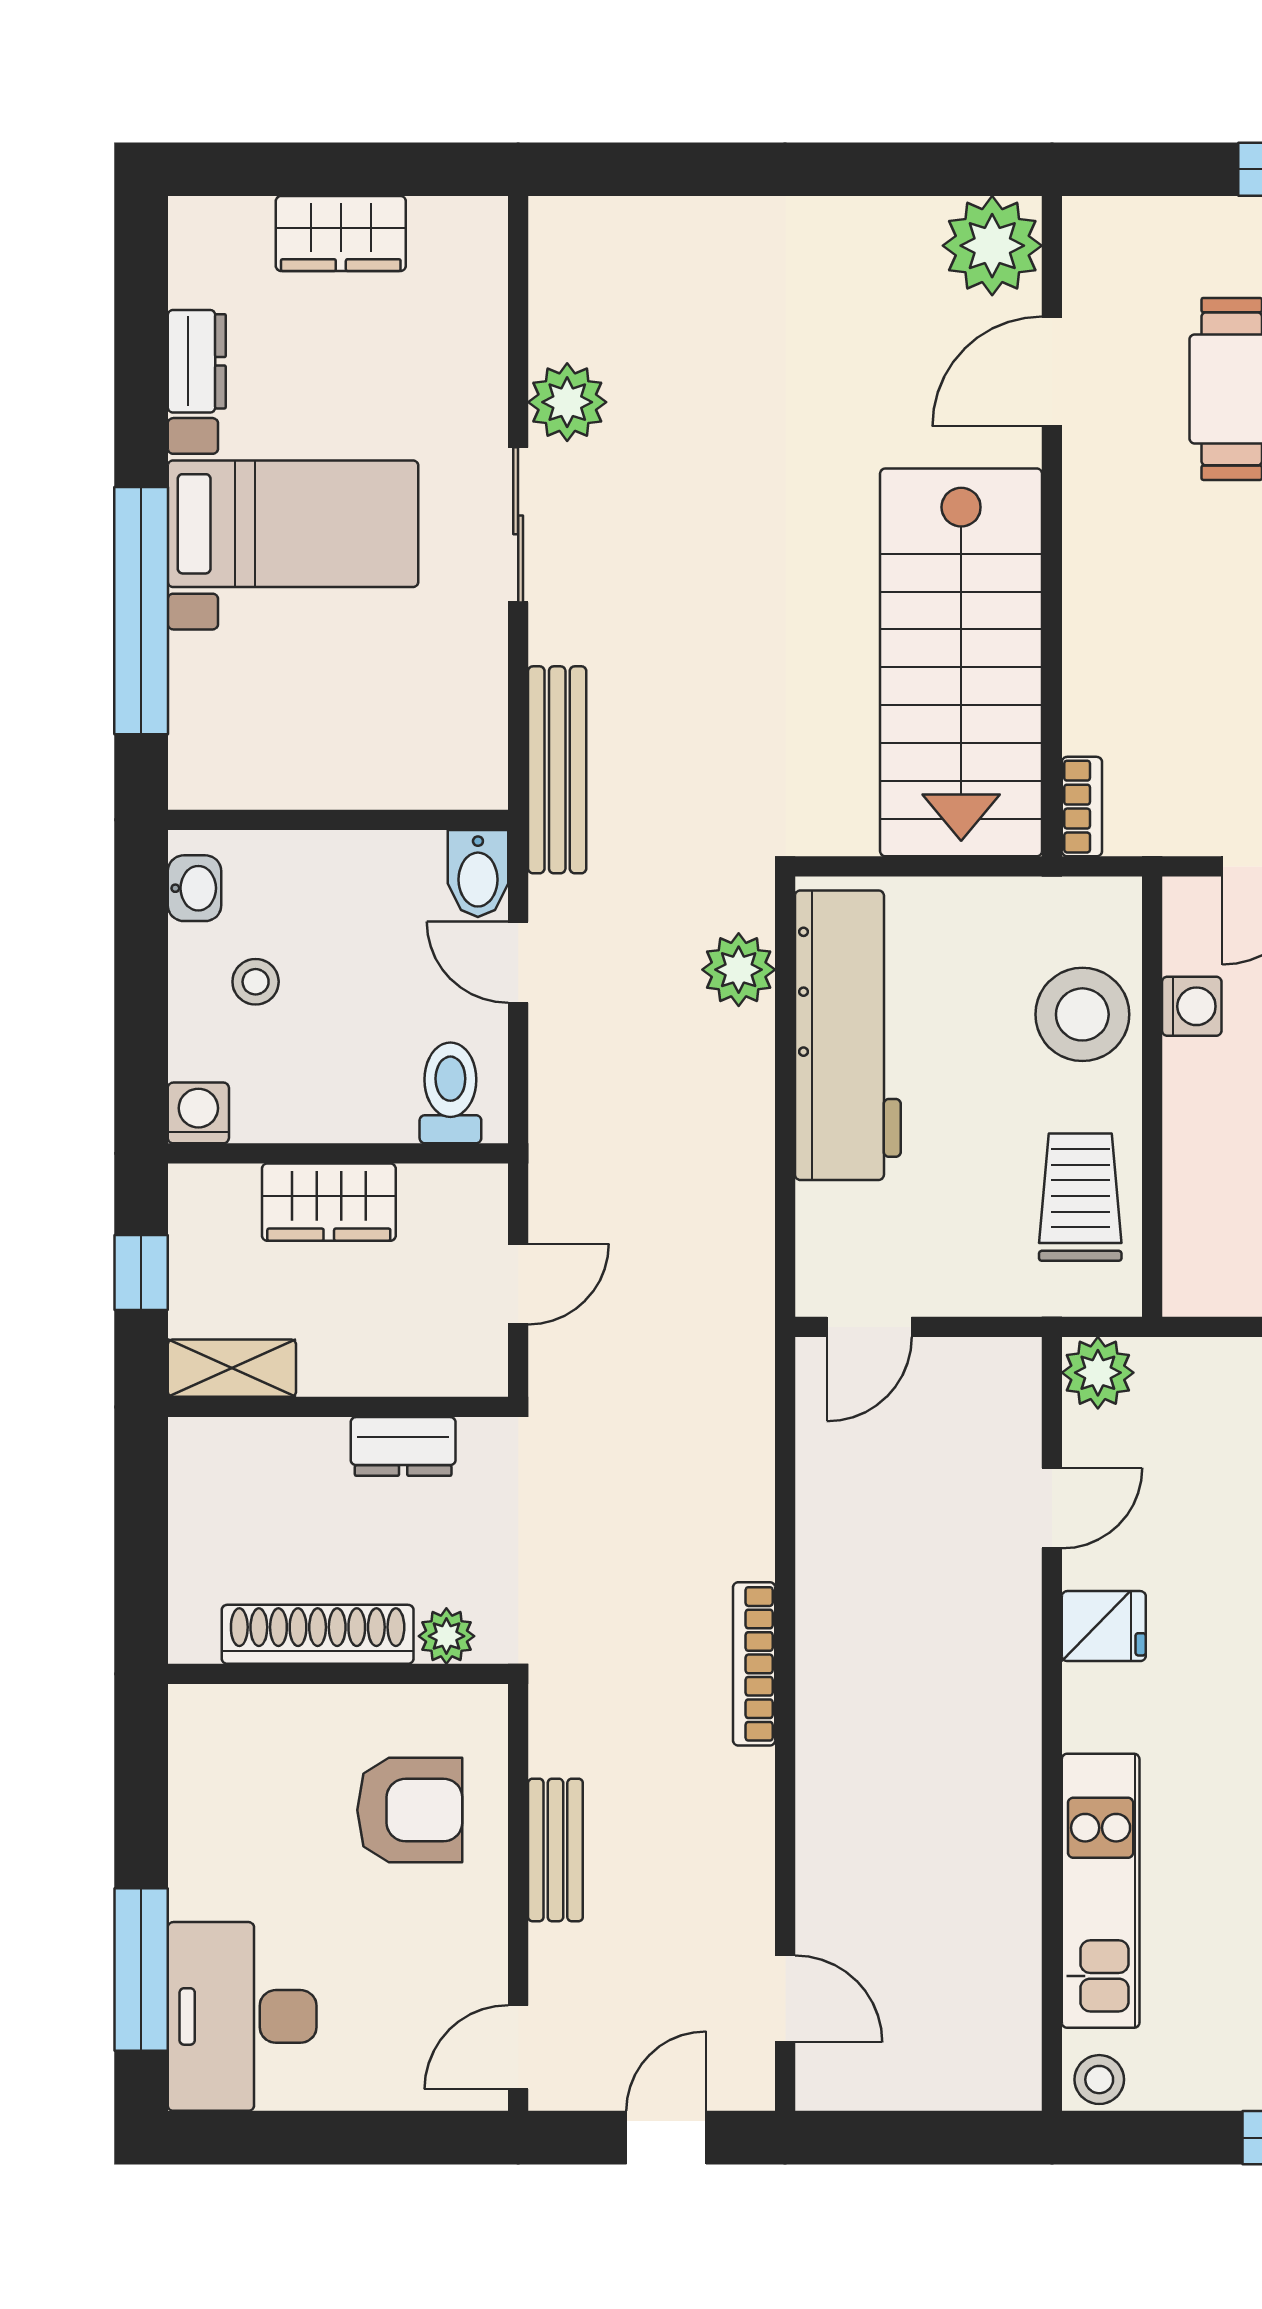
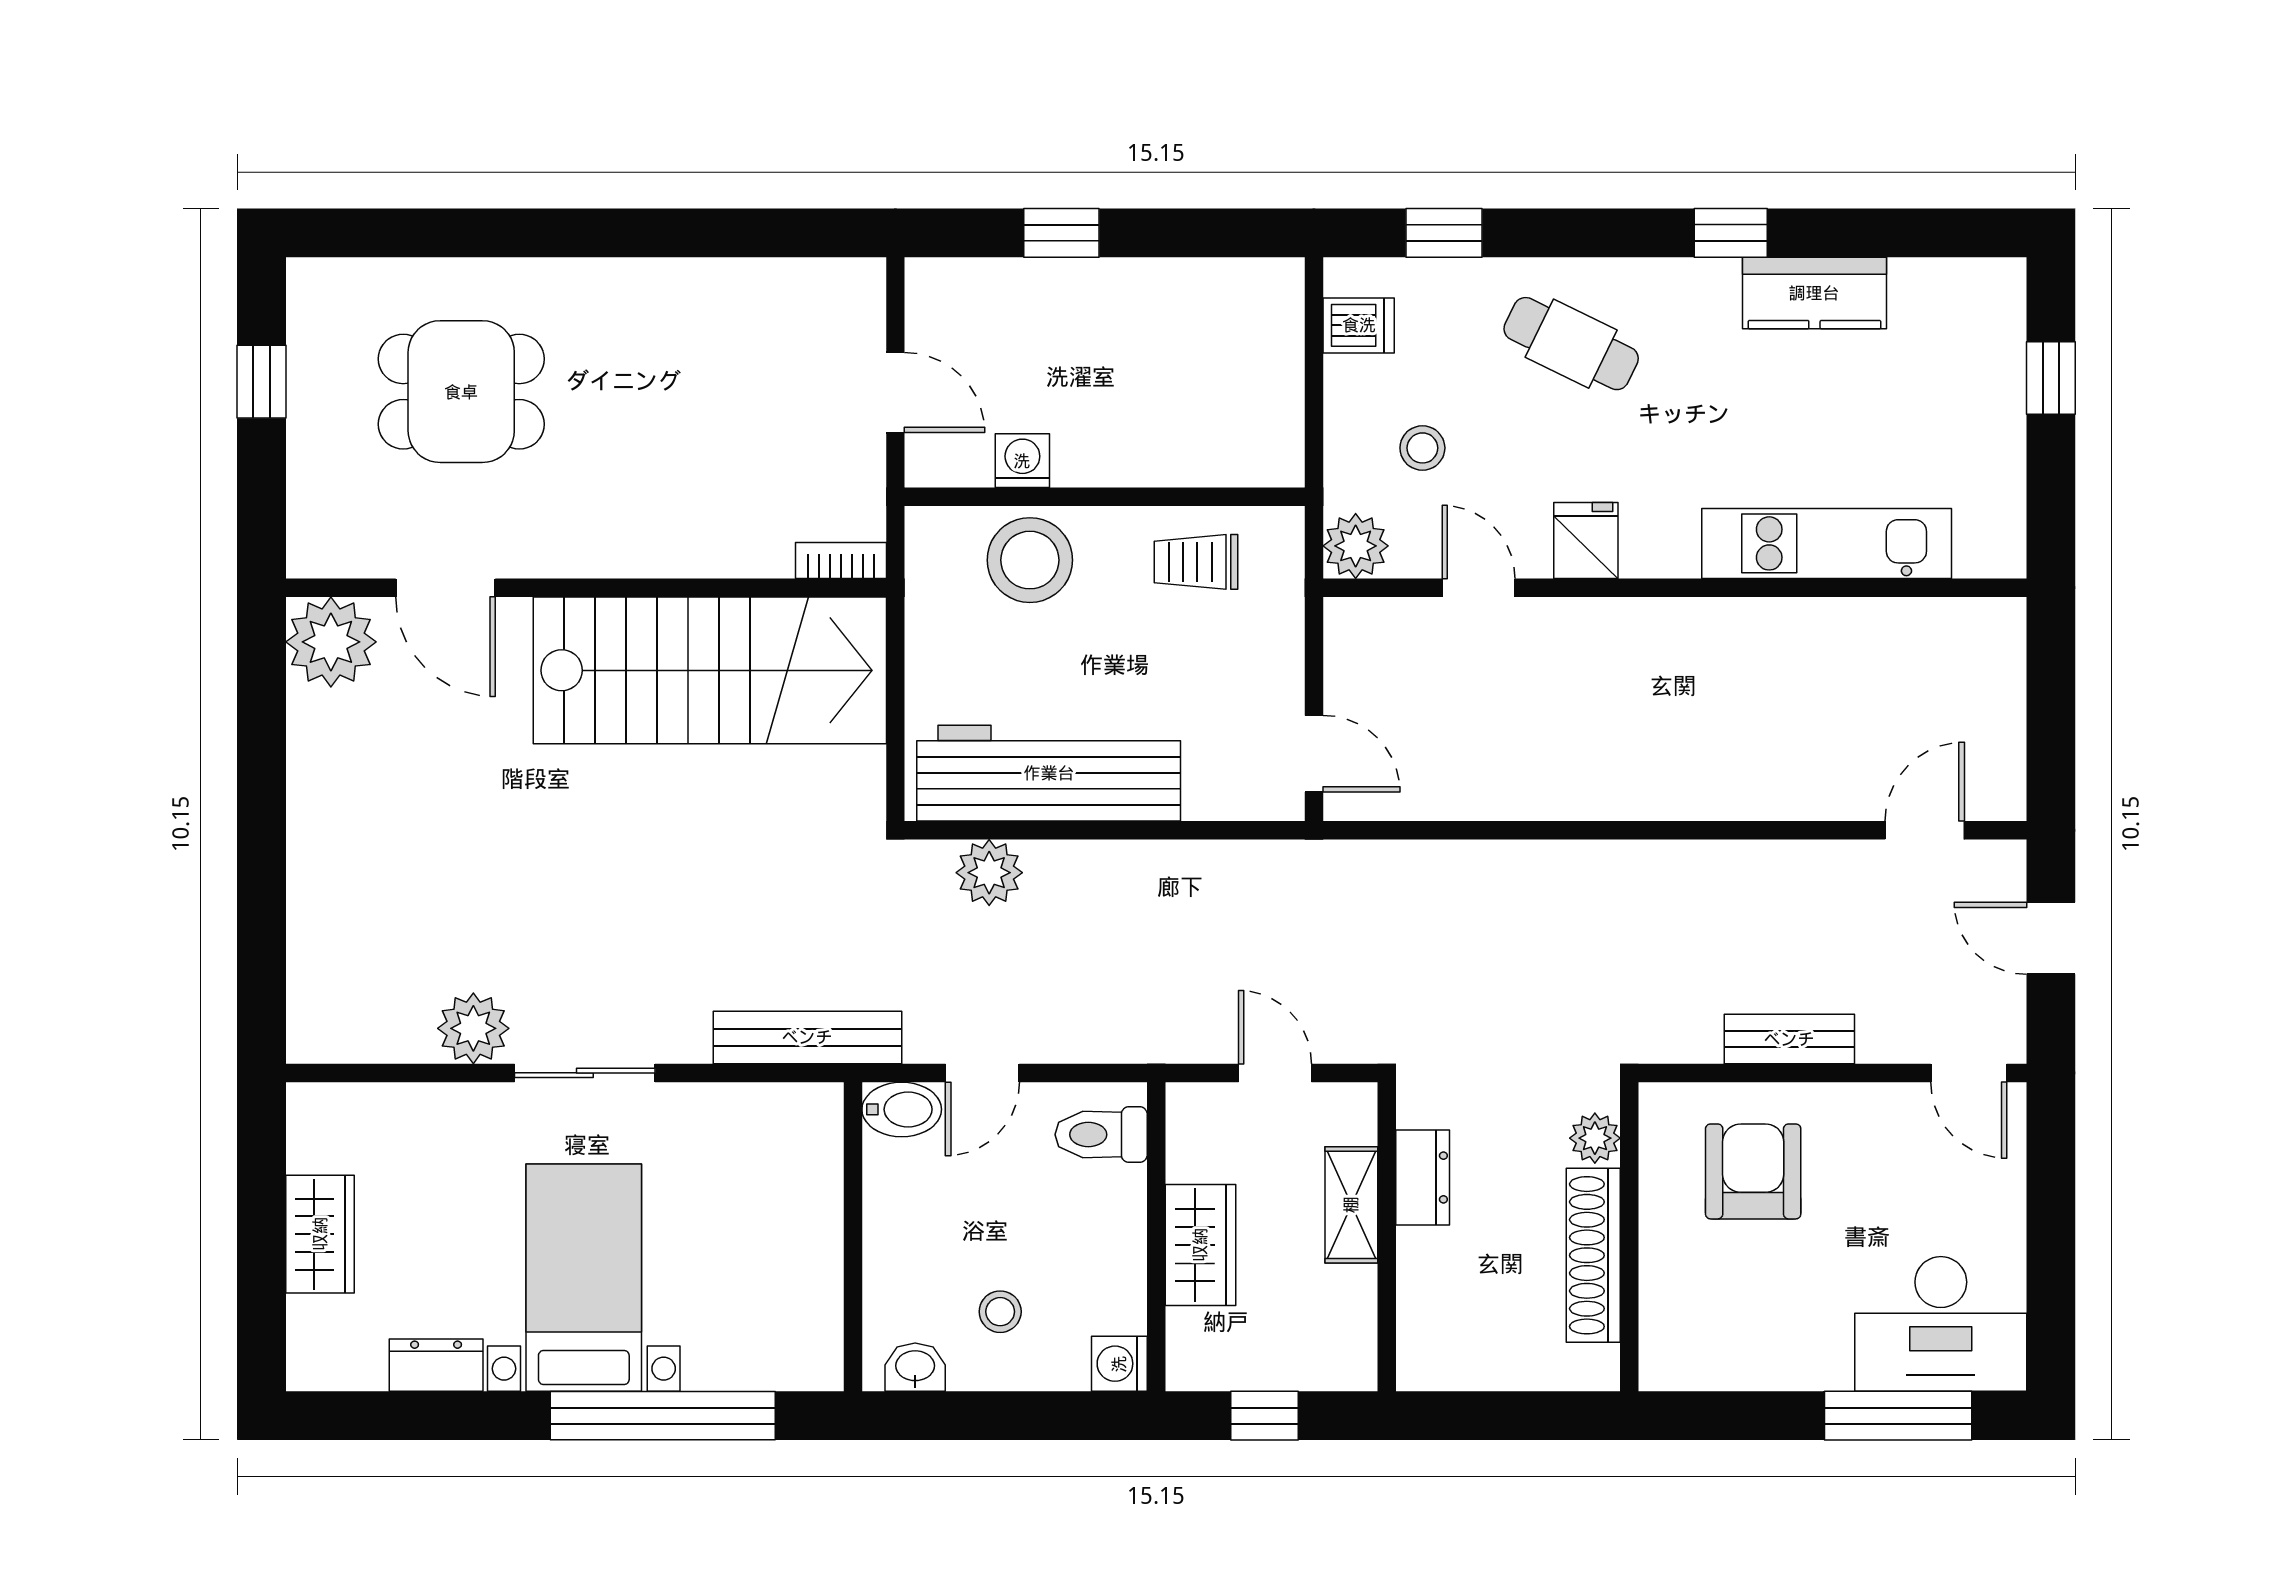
trolley: (1080, 1197) -> (1196, 562), width x0.73, depth x0.72
shelving: (232, 1368) -> (1351, 1205), moved
bookcase: (754, 1664) -> (1620, 858), removed
stool: (1099, 2080) -> (1422, 448), moved

